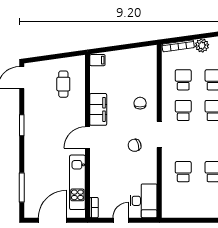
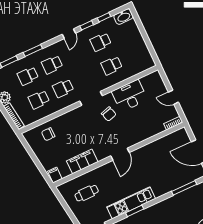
chair: (140, 103) -> (48, 134), moved
filing cabinet: (98, 109) -> (82, 161), moved
door: (88, 138) -> (120, 154), hinge flipped
kitchen unit: (77, 182) -> (131, 203), moved, turned 180
desk: (143, 201) -> (129, 96), moved

